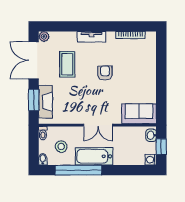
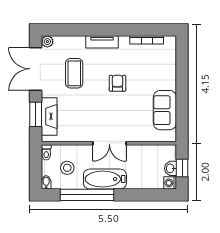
sofa: (139, 114) -> (165, 110), moved, turned -90
washbasin: (151, 135) -> (170, 168), moved

